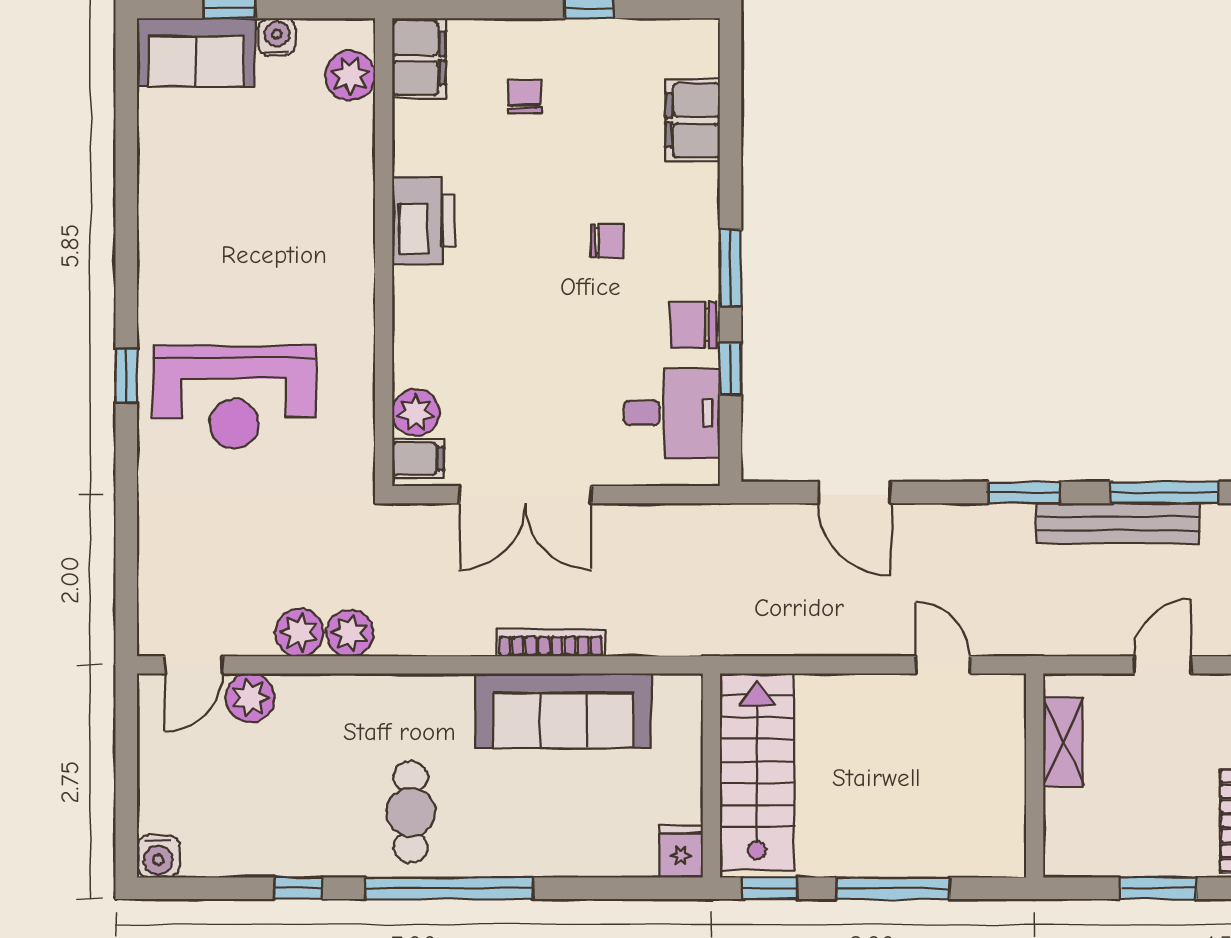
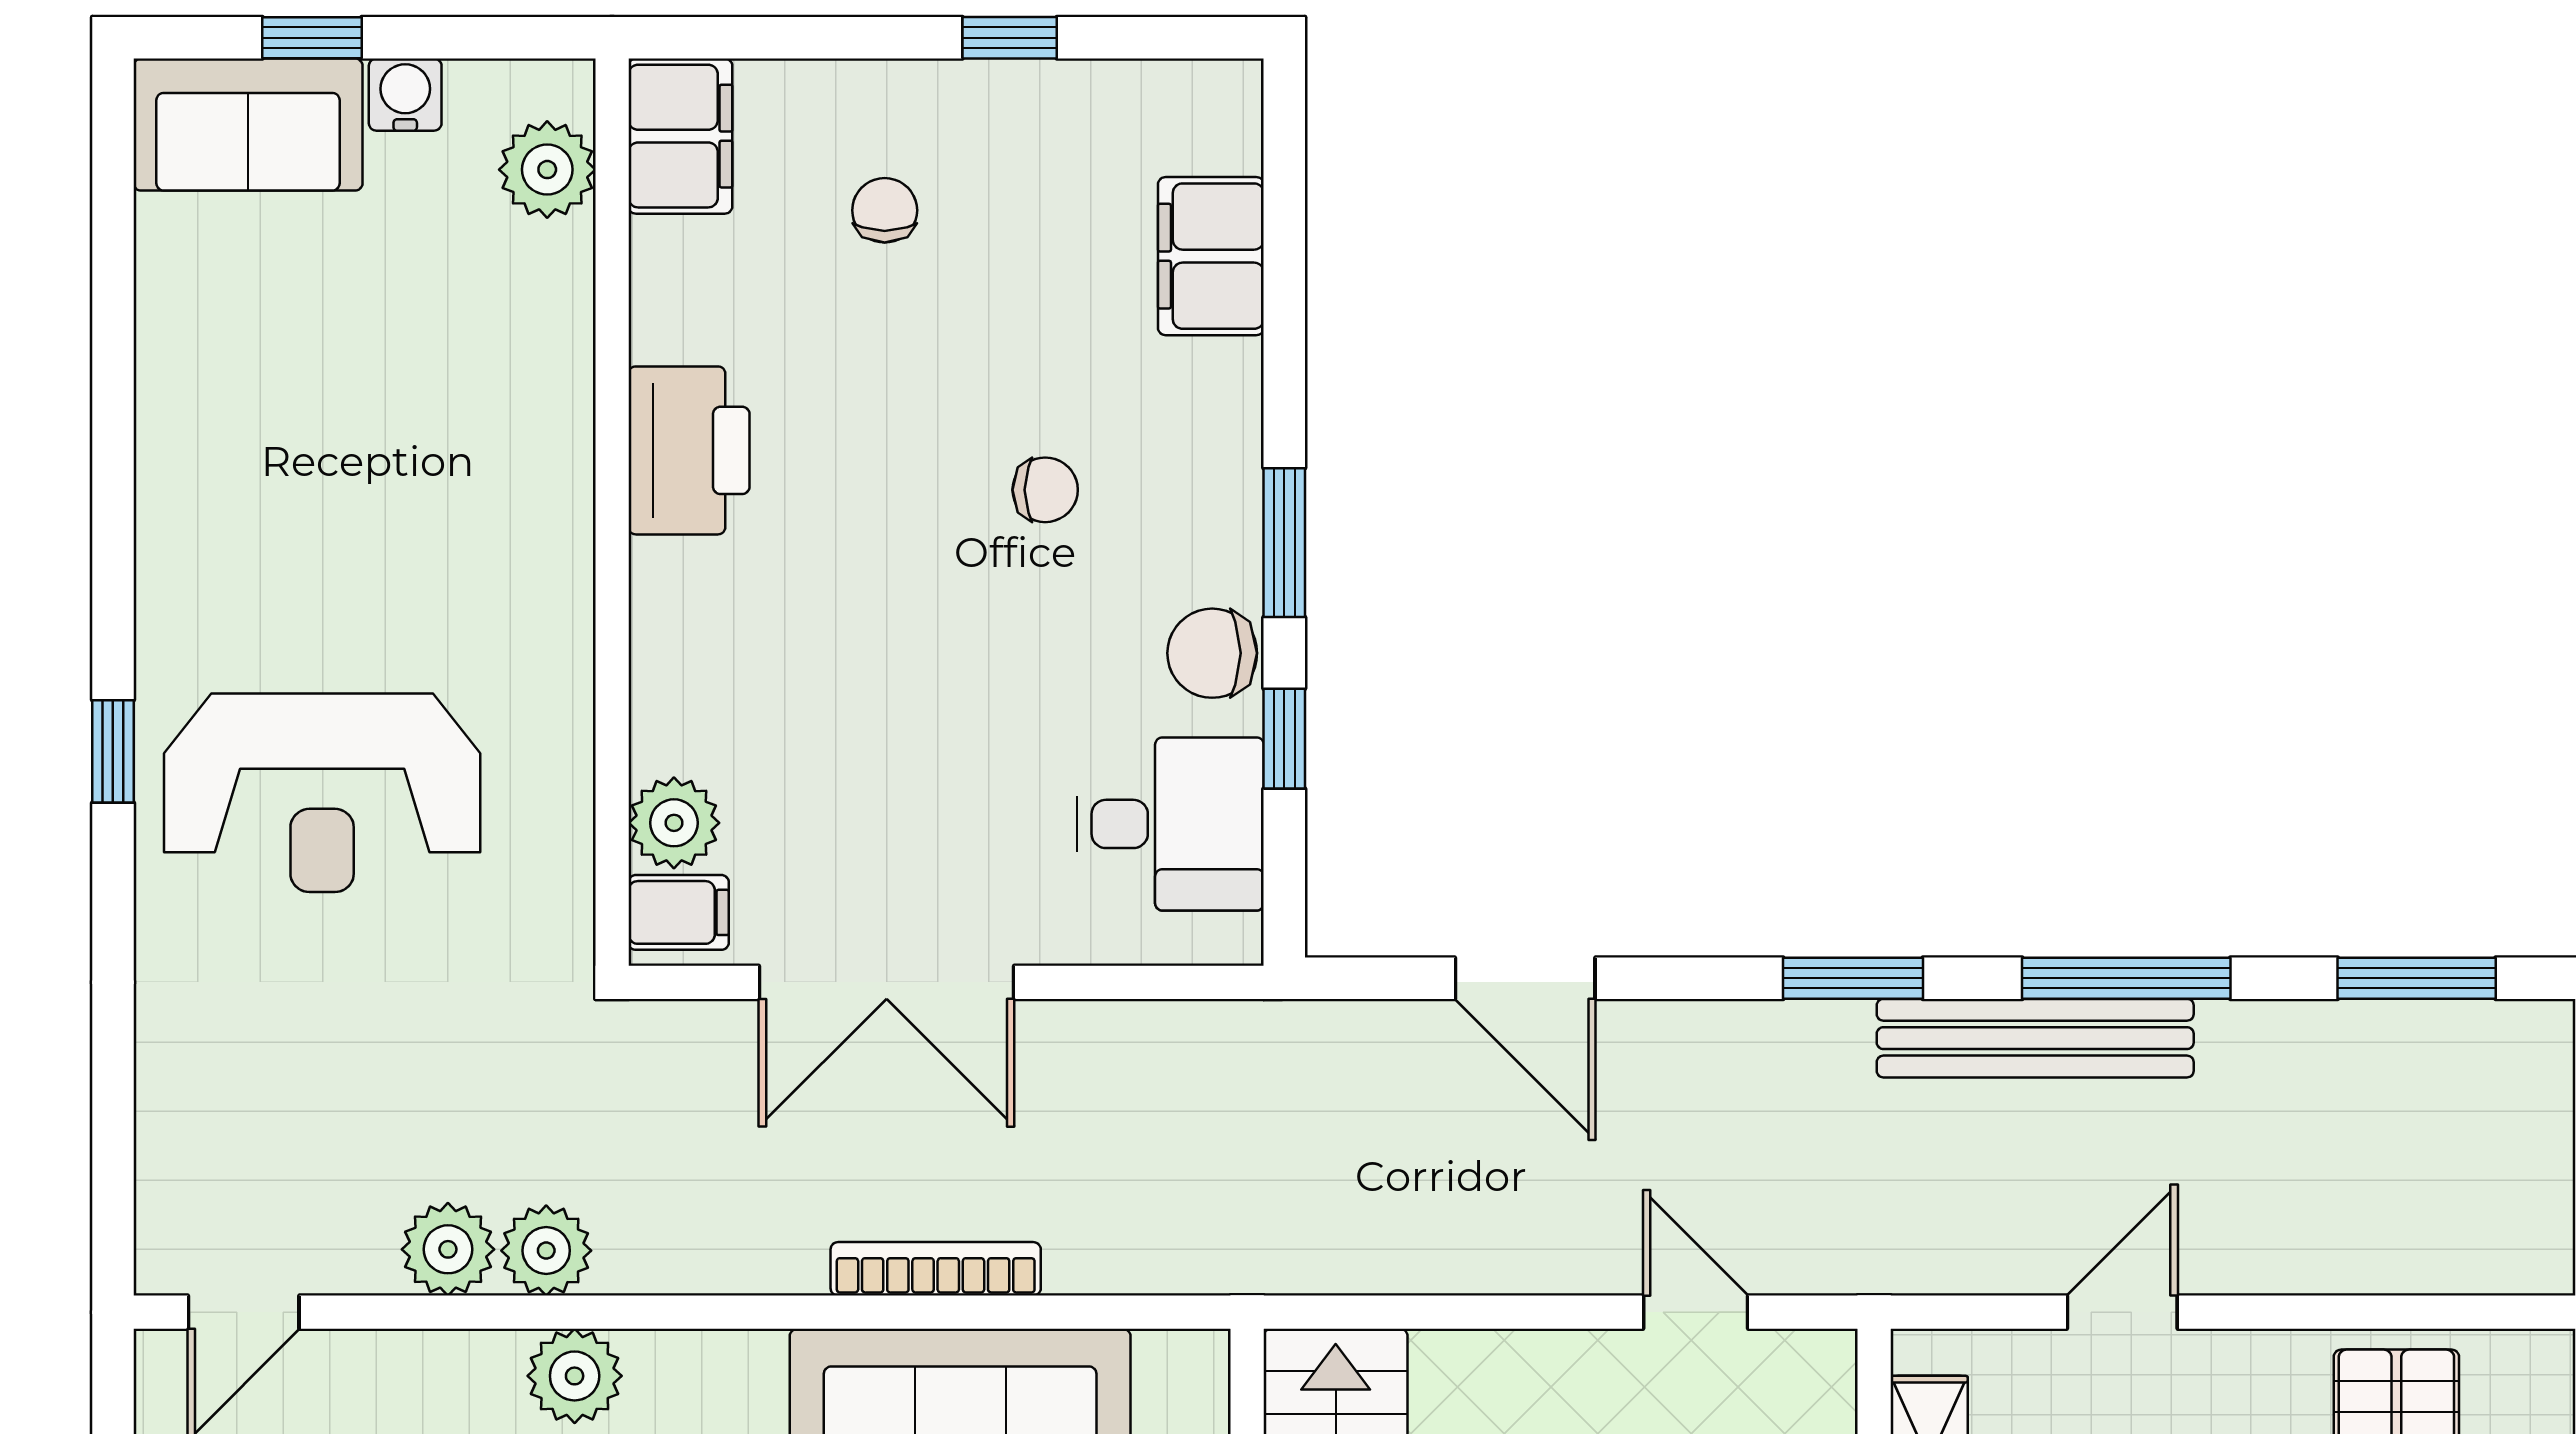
plant: (250, 698) -> (575, 1376), moved

